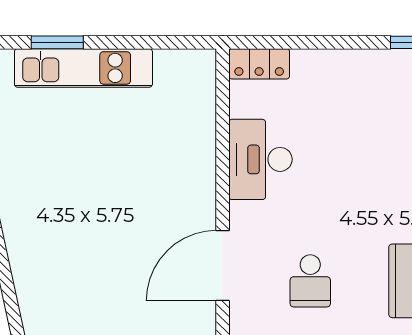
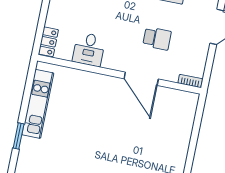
kitchen unit: (83, 68) -> (38, 104), moved
desk: (260, 159) -> (89, 49), width x0.73

